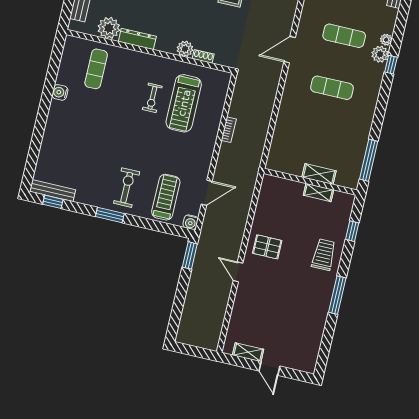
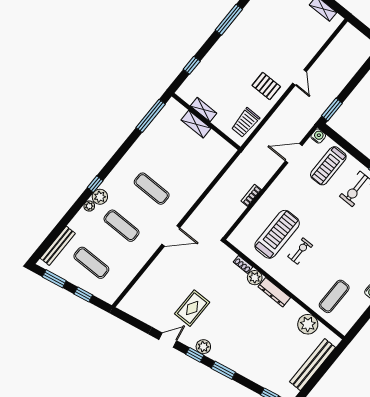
dresser: (137, 39) -> (274, 292), moved
trolley: (324, 255) -> (245, 123), moved

